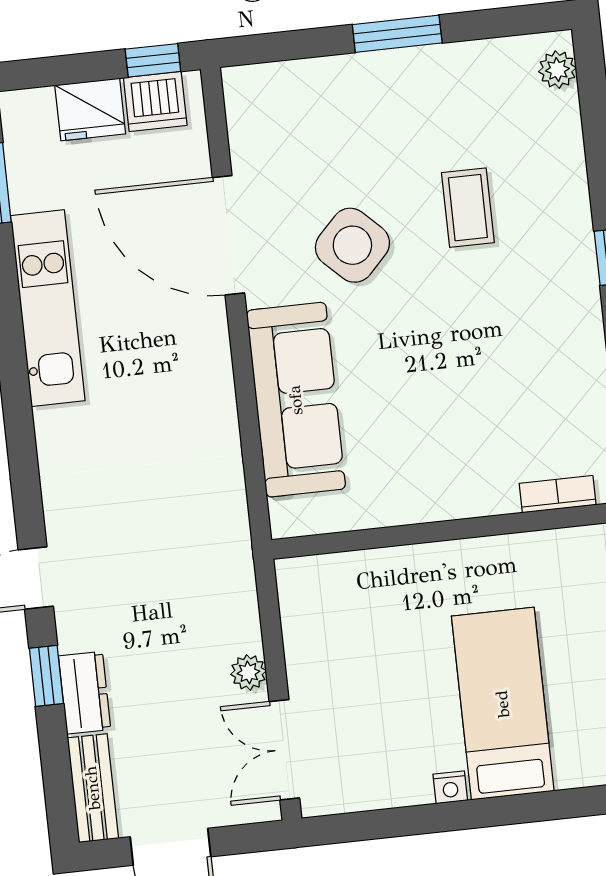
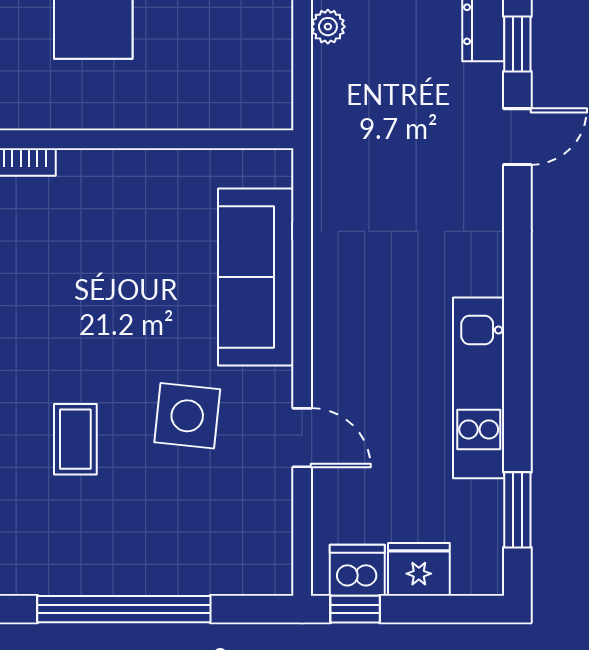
window: (397, 34) -> (124, 609), width x2.11
door: (228, 235) -> (302, 438), width x0.53
side table: (352, 245) -> (187, 416), turned -38

